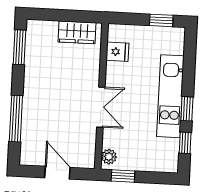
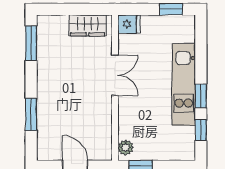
fridge: (117, 52) -> (129, 24), moved
double door: (101, 107) -> (115, 75), moved
window: (16, 119) -> (31, 114), width x0.69

